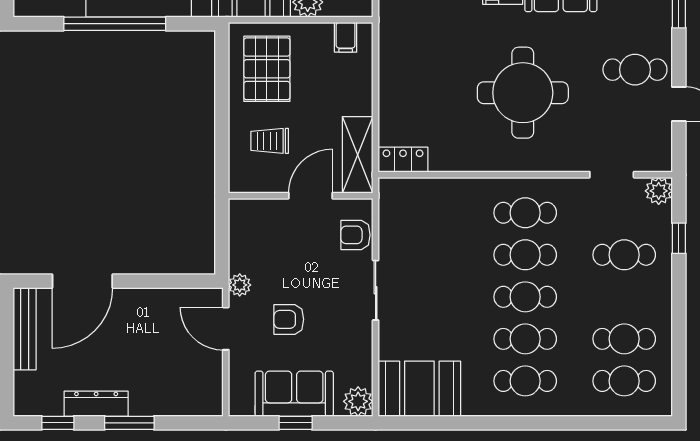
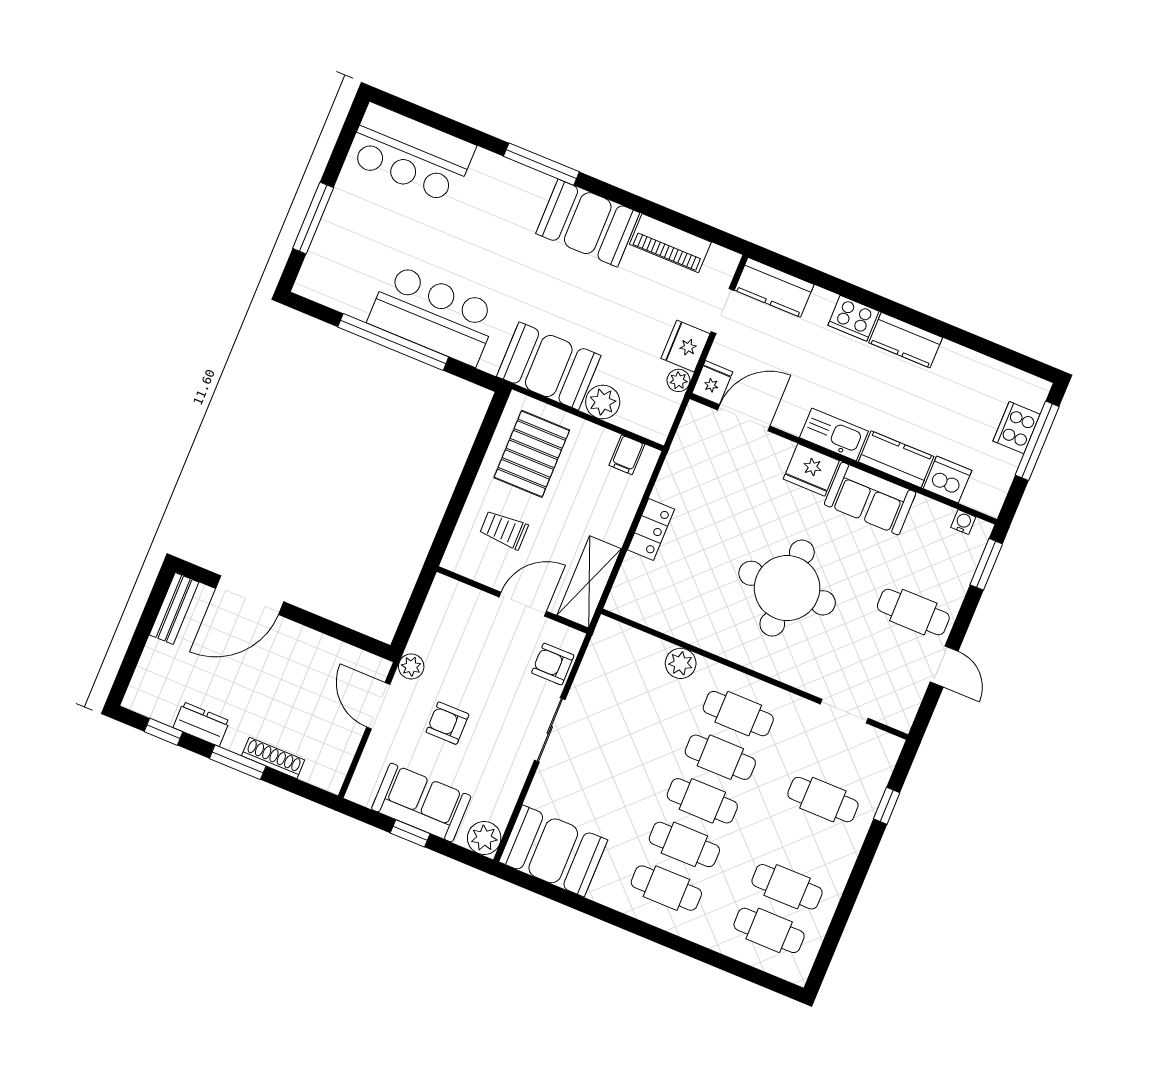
locker: (403, 160) -> (651, 529), moved, turned 90
plant: (659, 191) -> (681, 663), moved
bench: (25, 329) -> (174, 609), width x0.73
dresser: (96, 404) -> (201, 724), width x0.70
shoe rack: (157, 407) -> (273, 758), added

